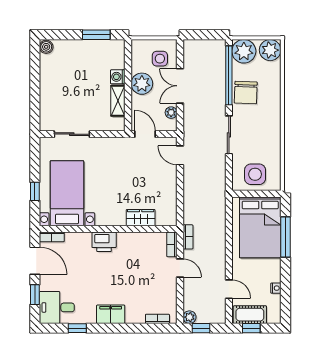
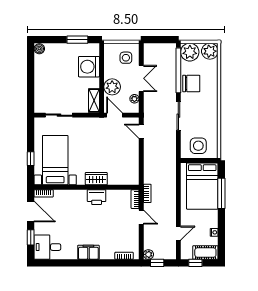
washing machine: (118, 77) -> (89, 67), width x1.89, depth x1.89
plant: (142, 84) -> (112, 87), moved
double door: (180, 86) -> (141, 78), swing flipped
chair: (246, 93) -> (191, 84), turned -92
shelving: (118, 101) -> (94, 101), moved
wardrobe: (141, 218) -> (96, 179), moved
printer: (104, 242) -> (97, 197), moved
door: (229, 289) -> (178, 233), hinge flipped
cot: (250, 315) -> (205, 253), moved
window: (77, 328) -> (63, 263), removed

